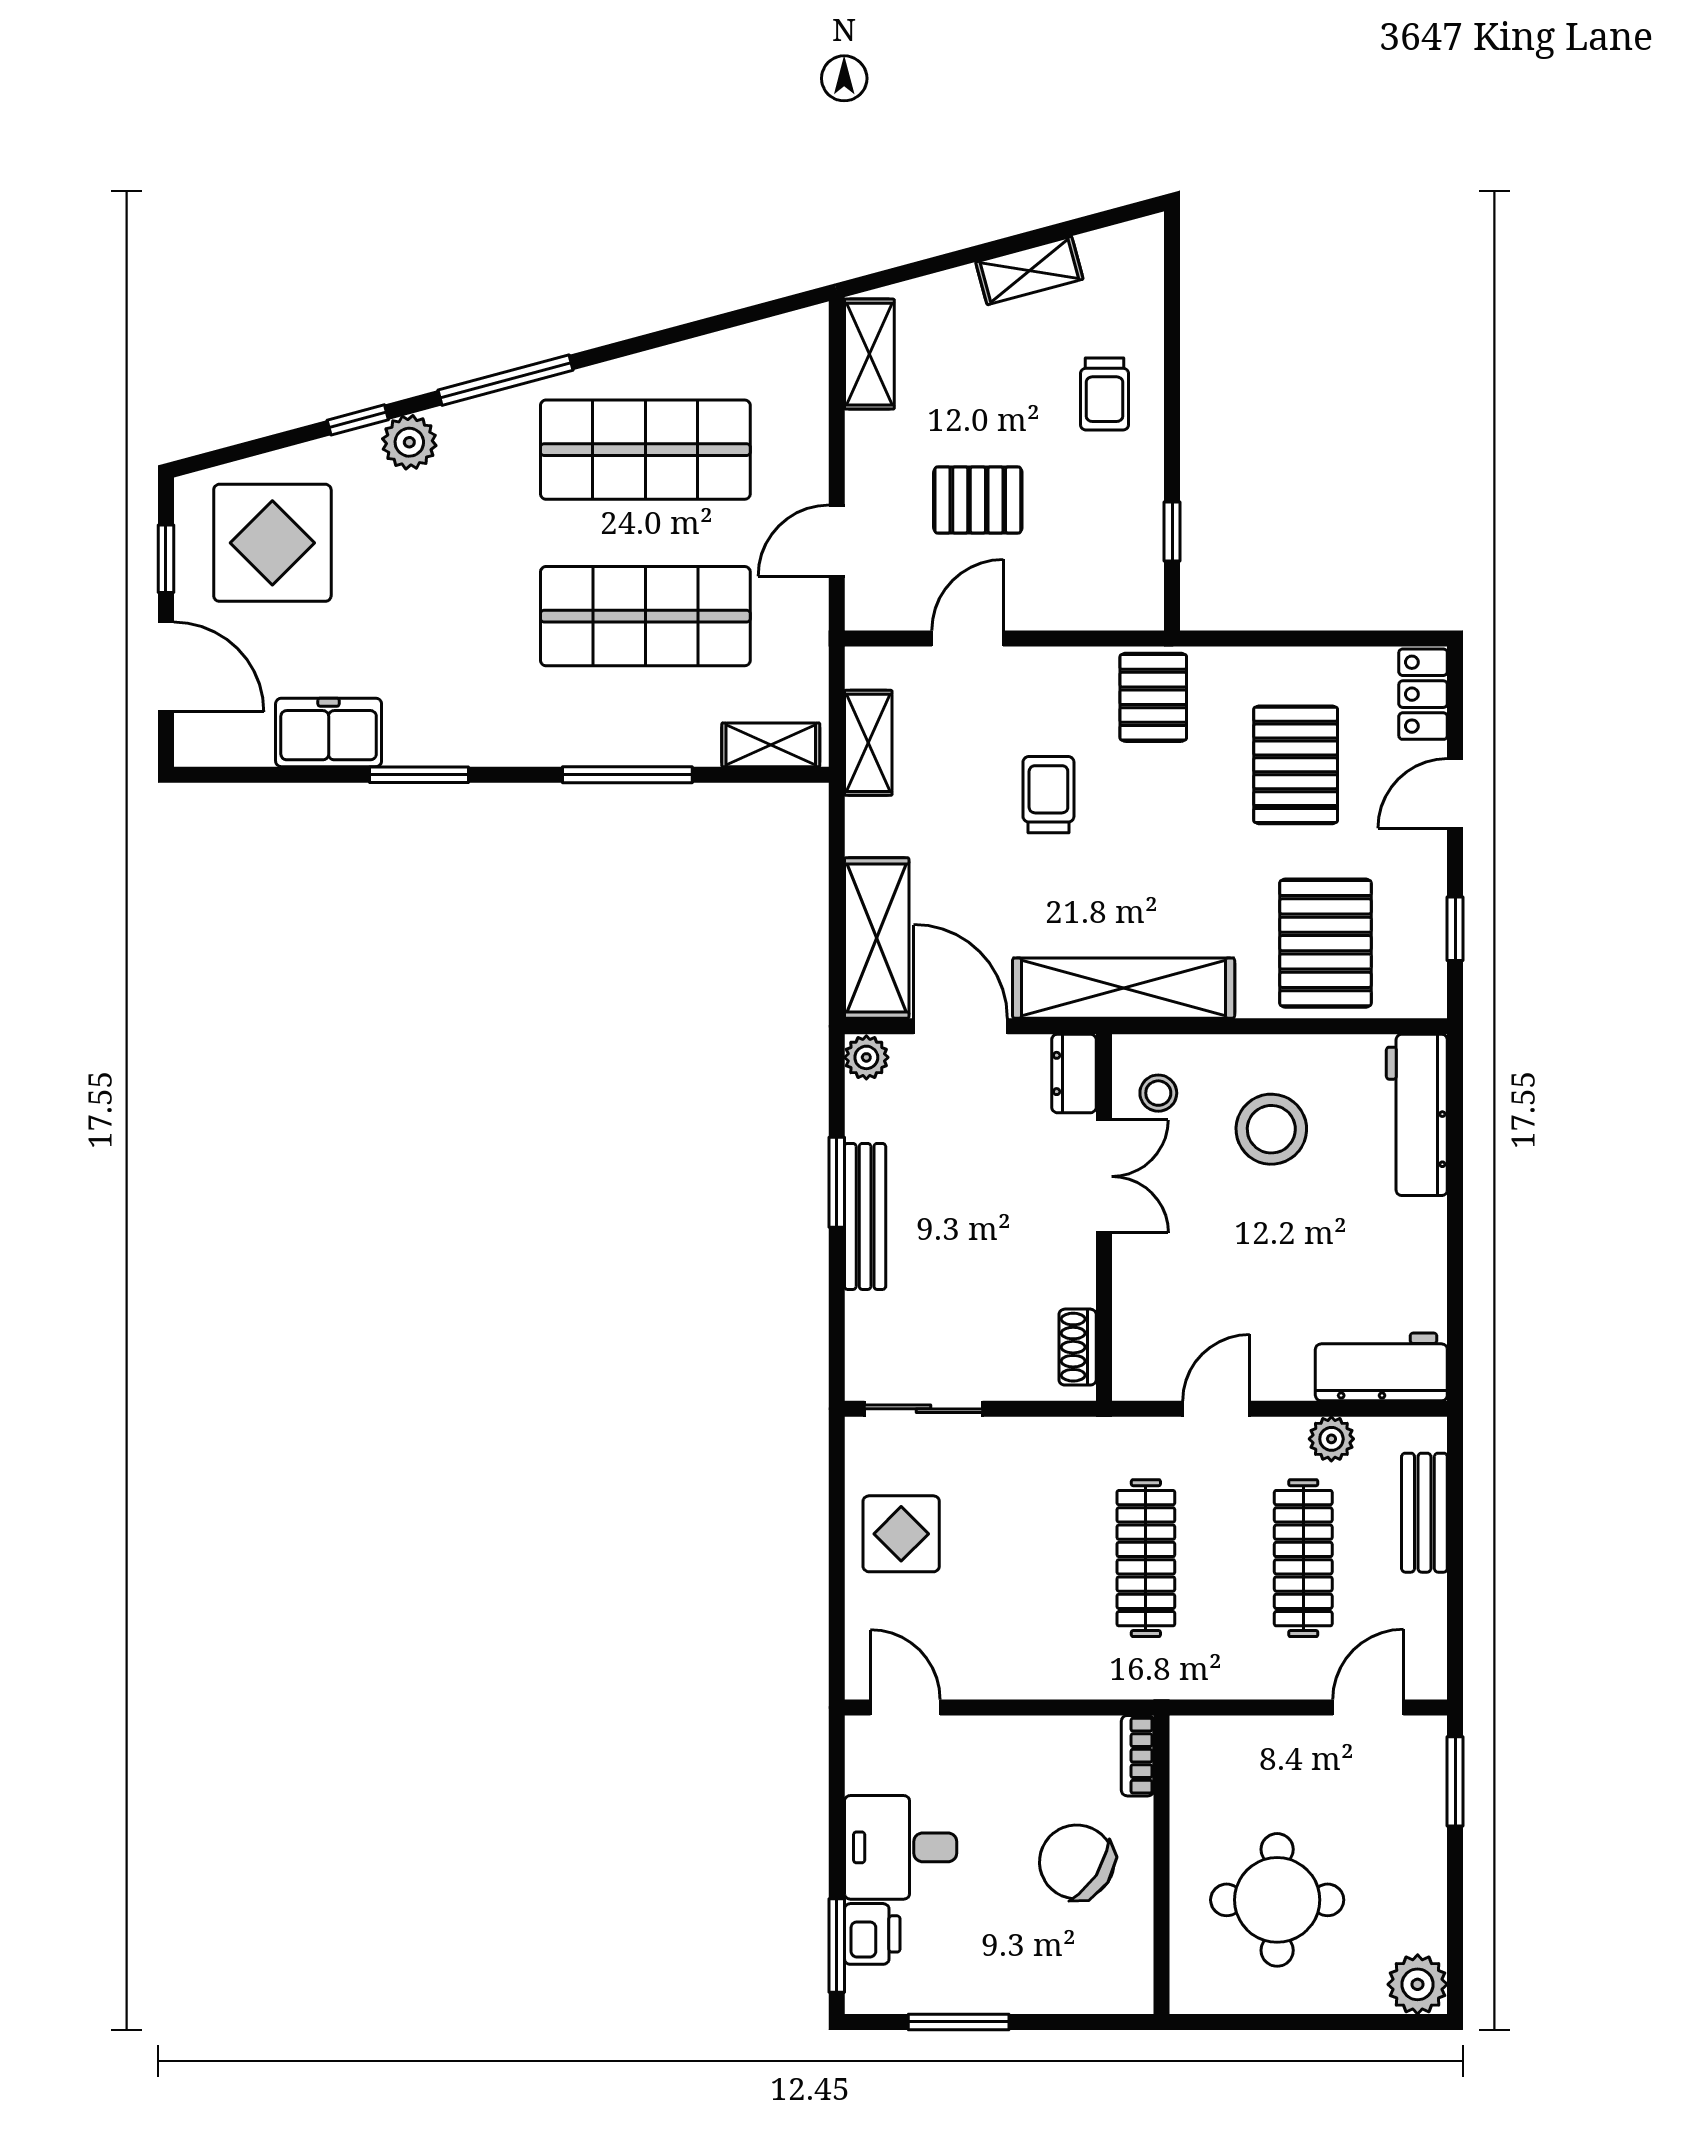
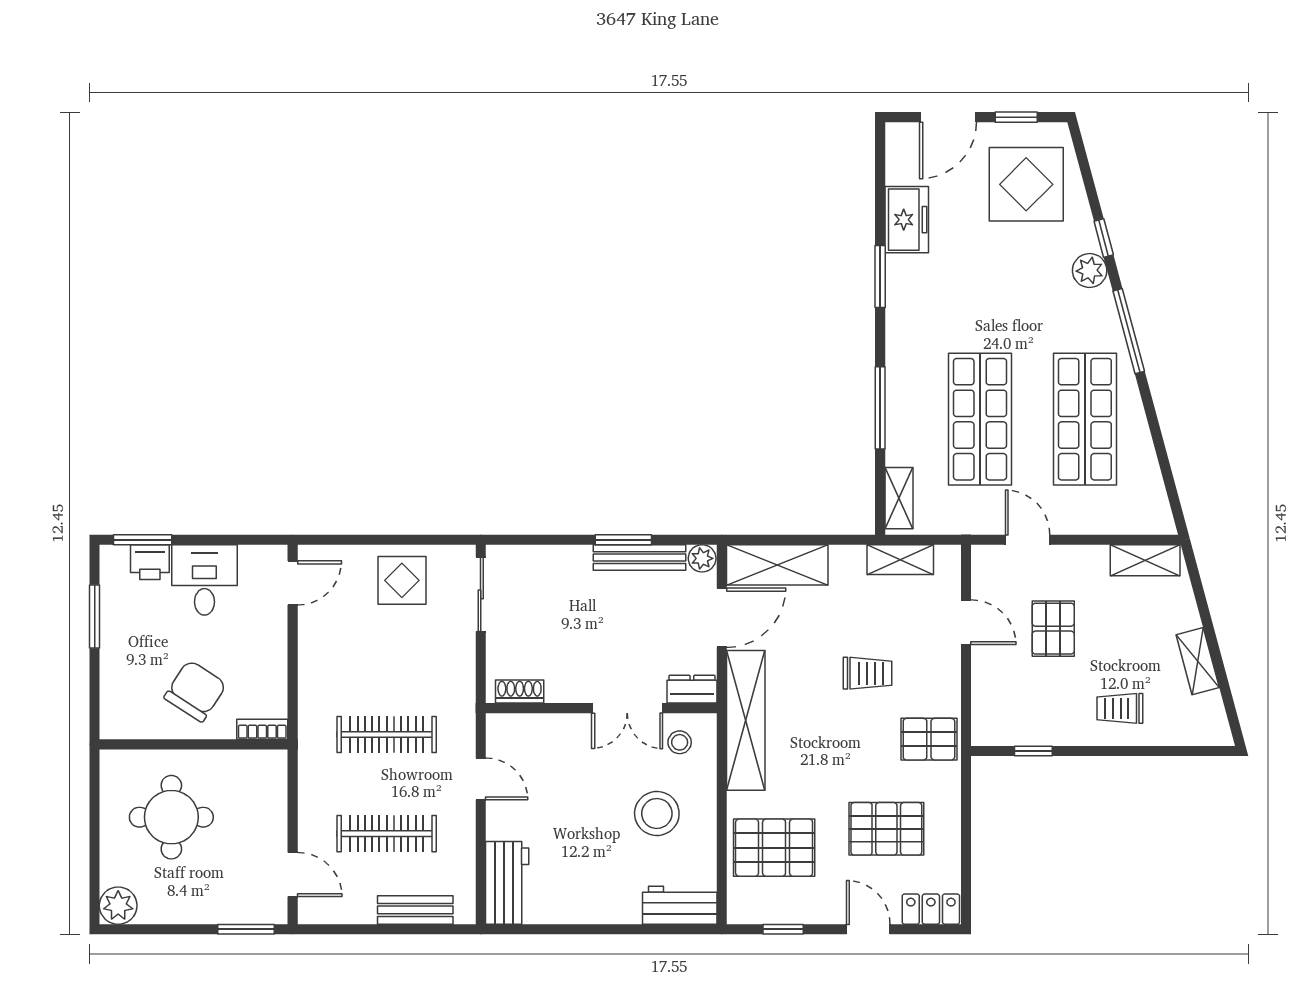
workbench: (1417, 1115) -> (680, 905), width x0.73
bench: (865, 1216) -> (640, 558), moved
plant: (1331, 1439) -> (462, 851), removed

